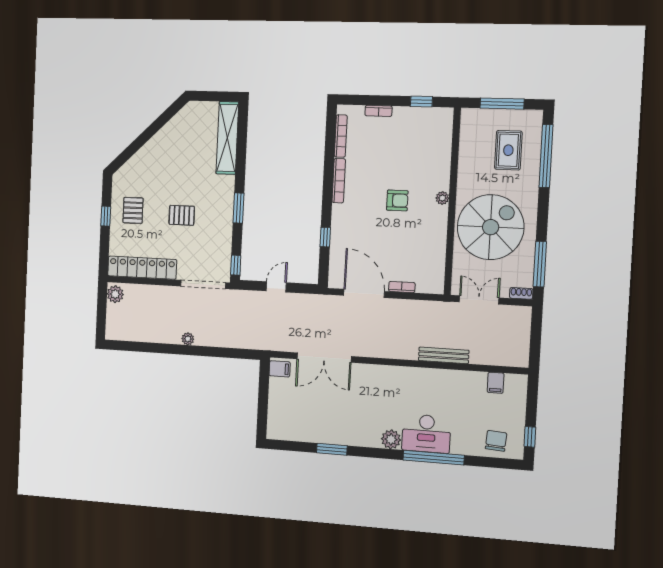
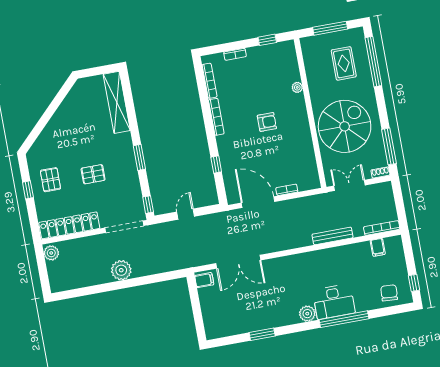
plant: (442, 198) -> (297, 87), moved
plant: (188, 339) -> (121, 270), width x1.88, depth x1.88
bookcase: (506, 361) -> (382, 228), added

